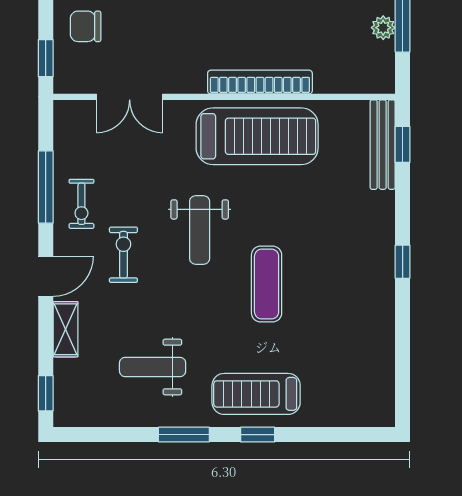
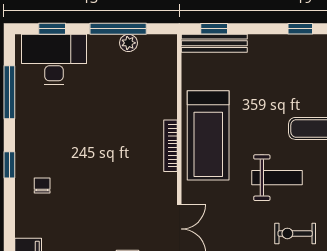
bookcase: (260, 82) -> (170, 146), width x0.68, depth x0.76
treadmill: (257, 136) -> (208, 135), turned 180

